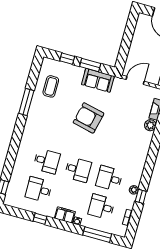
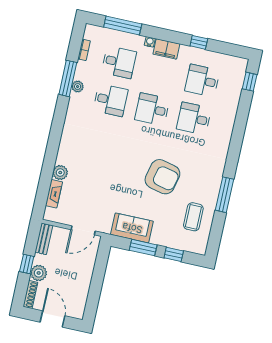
armchair: (89, 118) -> (162, 177), moved
desk: (39, 190) -> (202, 81), turned 180
window: (141, 196) -> (68, 78), width x2.17

